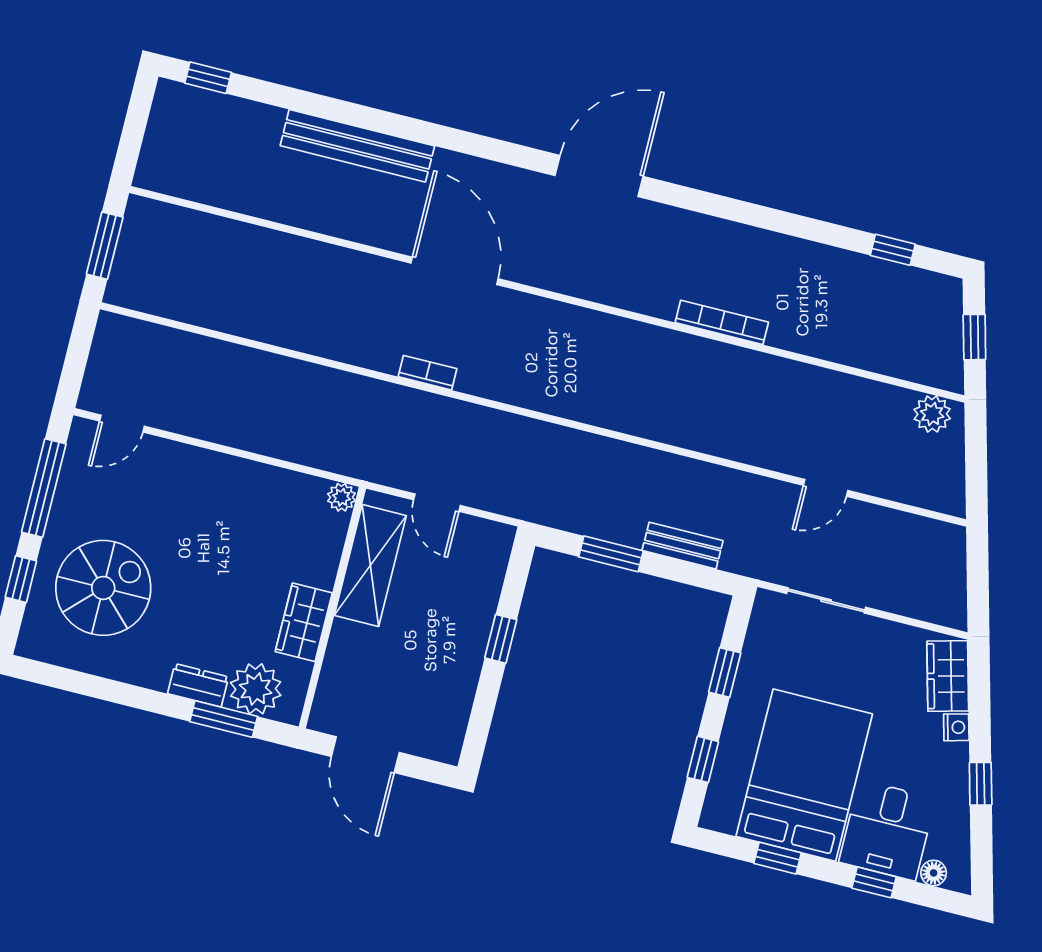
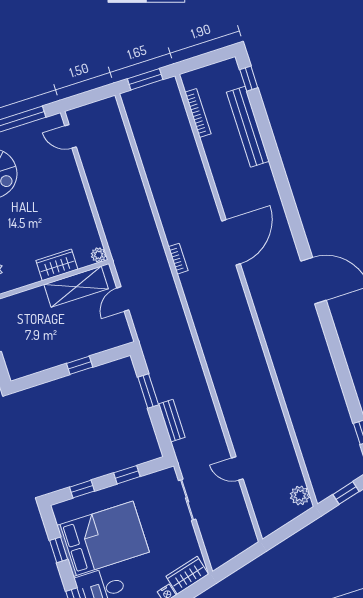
bench: (357, 146) -> (248, 127), moved
bookcase: (722, 322) -> (198, 113), moved
wardrobe: (304, 622) -> (57, 265), moved

